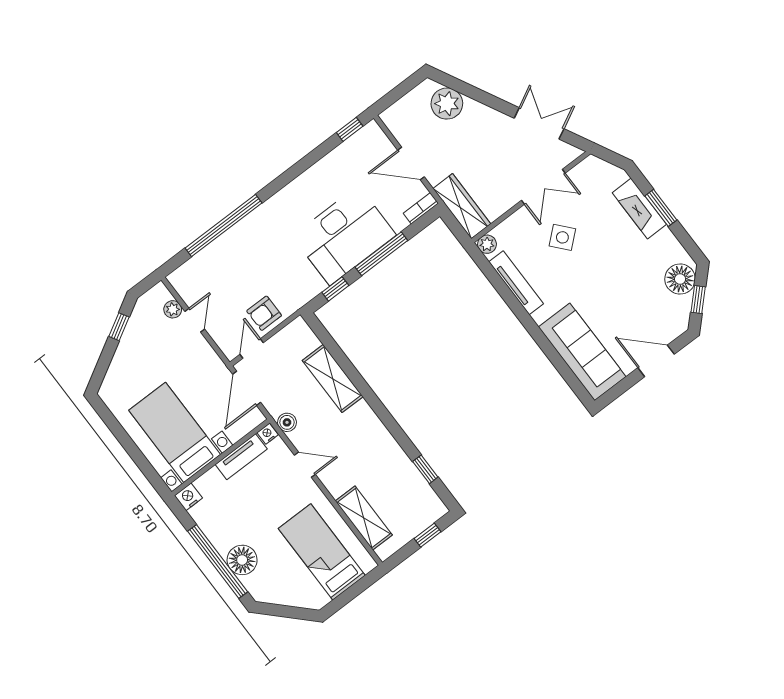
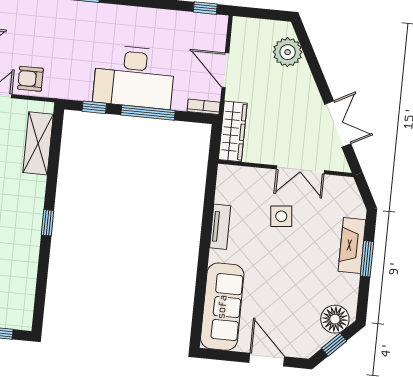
side table: (562, 237) -> (281, 216), turned 35
plant: (487, 244) -> (226, 173), removed
tv unit: (516, 283) -> (220, 227), width x0.71
shelving: (333, 379) -> (38, 143), moved
window: (425, 469) -> (48, 223), moved

